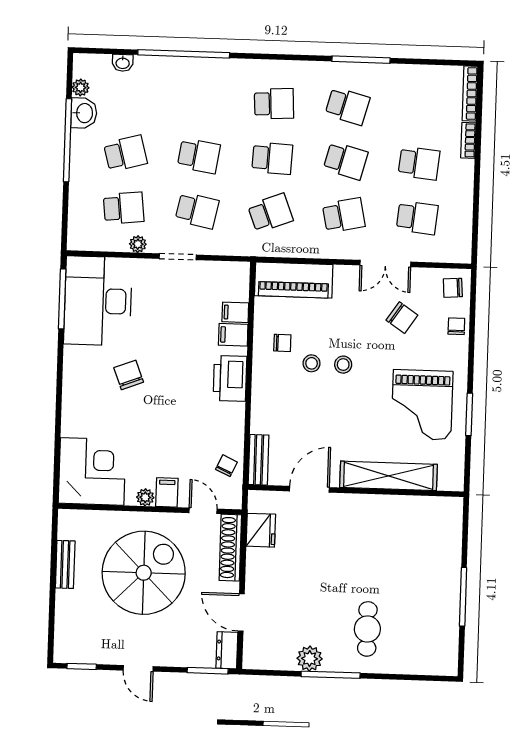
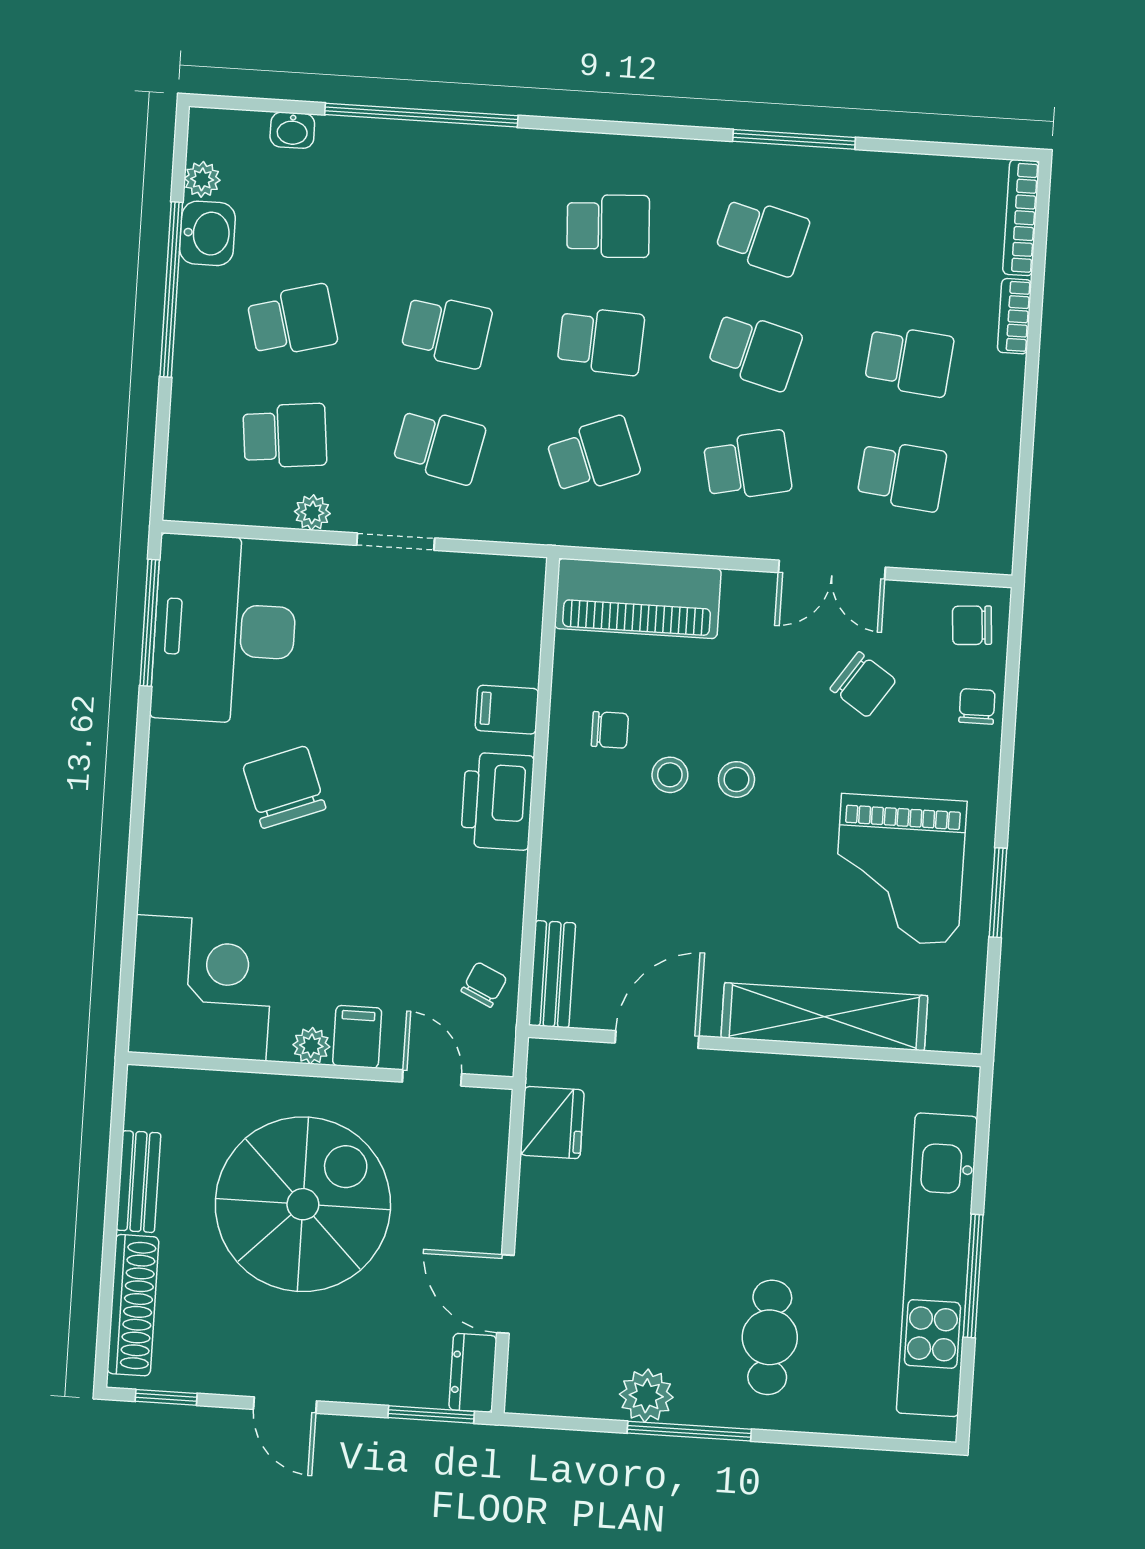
filing cabinet: (235, 312) -> (513, 662), removed
chair: (129, 375) -> (284, 787), width x1.37, depth x1.37
shoe rack: (230, 548) -> (133, 1305), moved, turned 180
kitchen unit: (446, 592) -> (937, 1265), added

